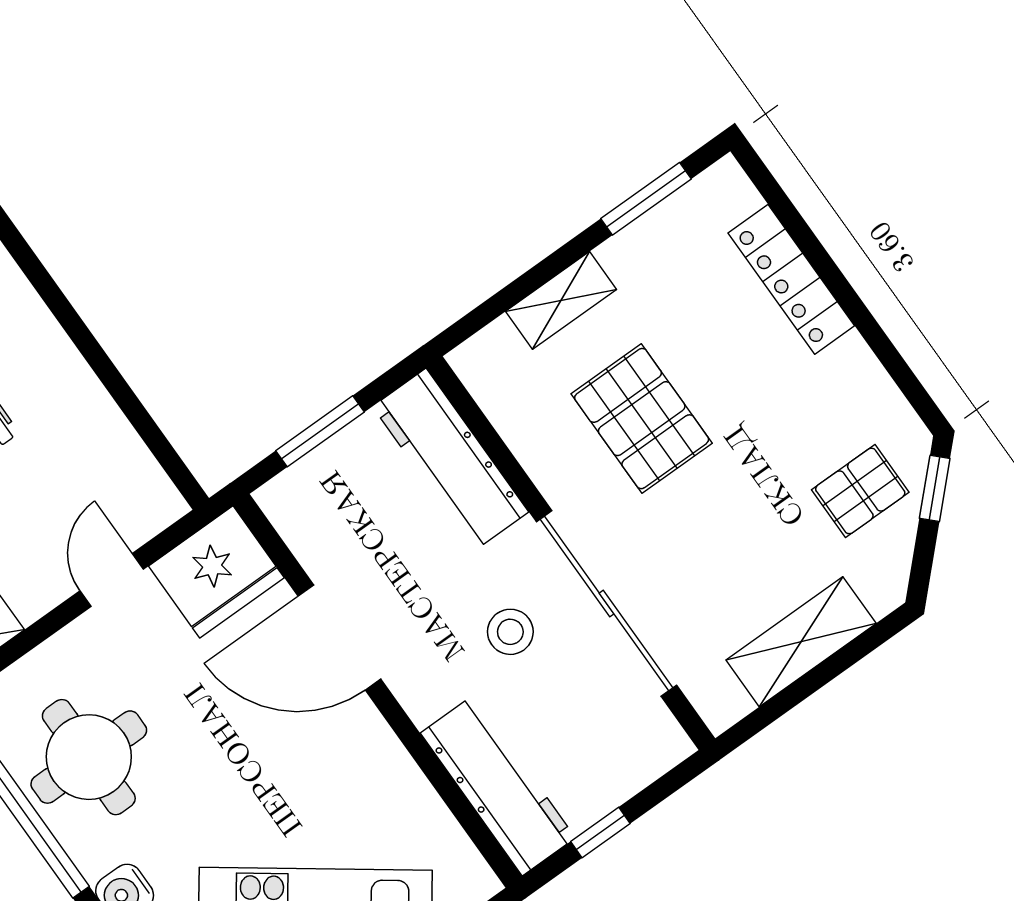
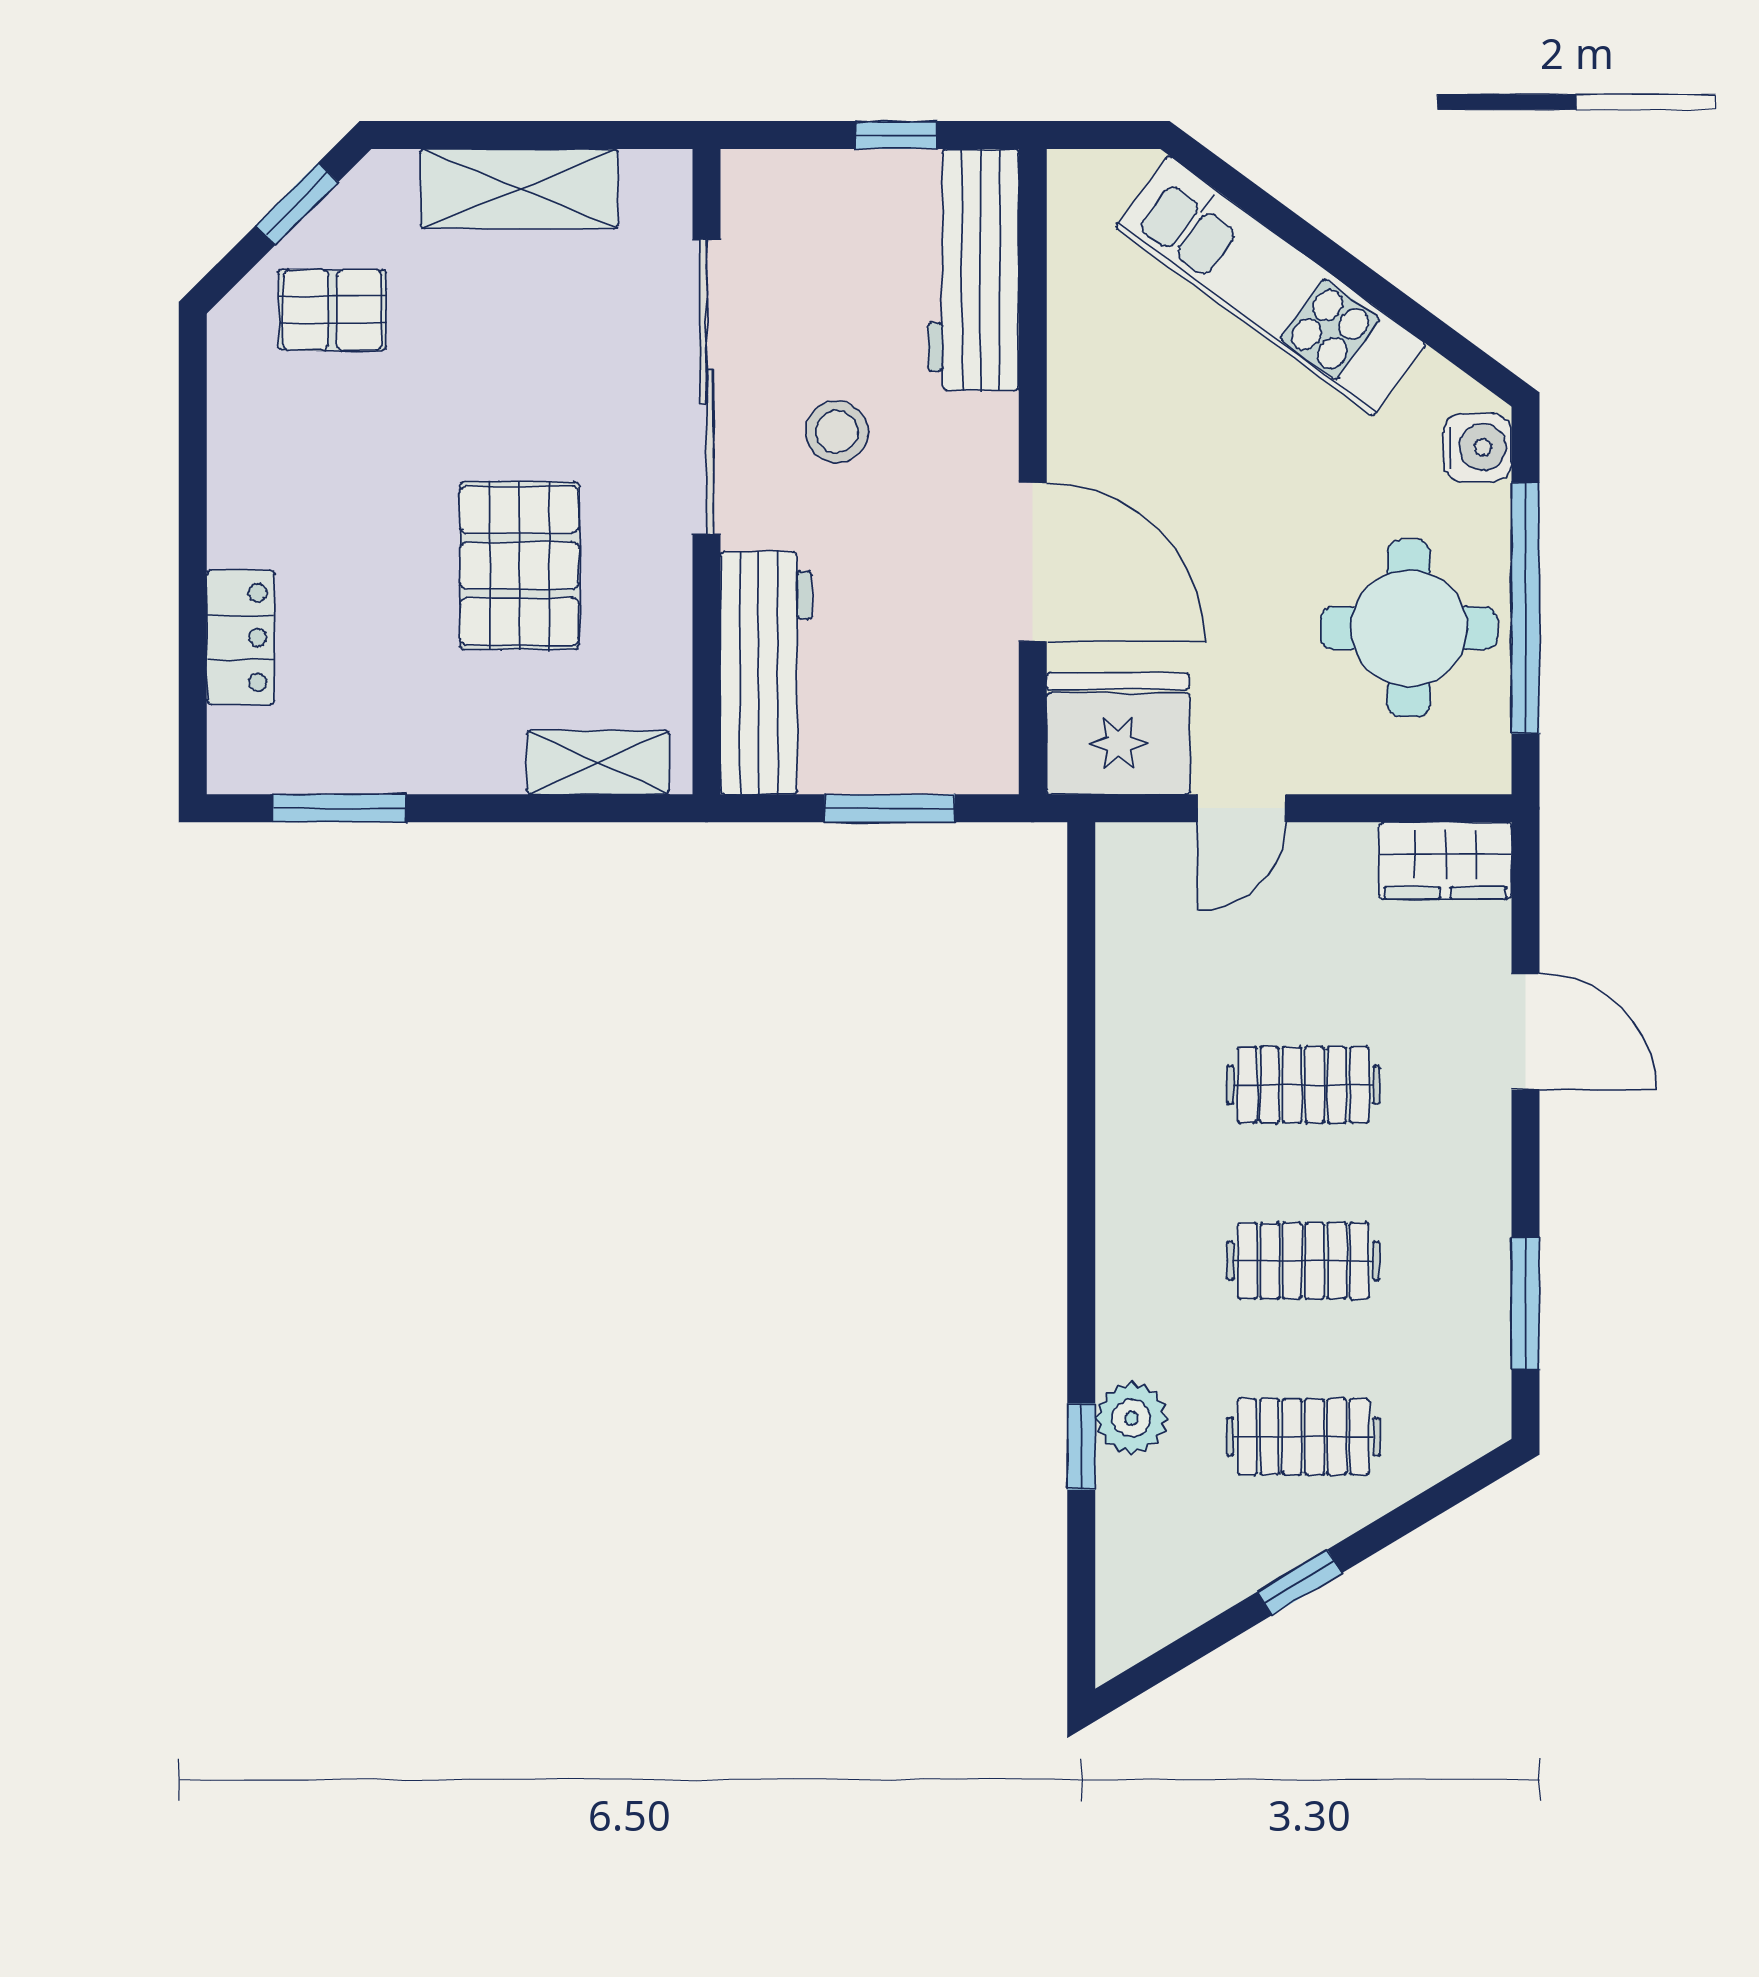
locker: (791, 279) -> (241, 637), width x0.66
shelving: (561, 300) -> (598, 762), moved
window: (935, 488) -> (297, 204), moved

